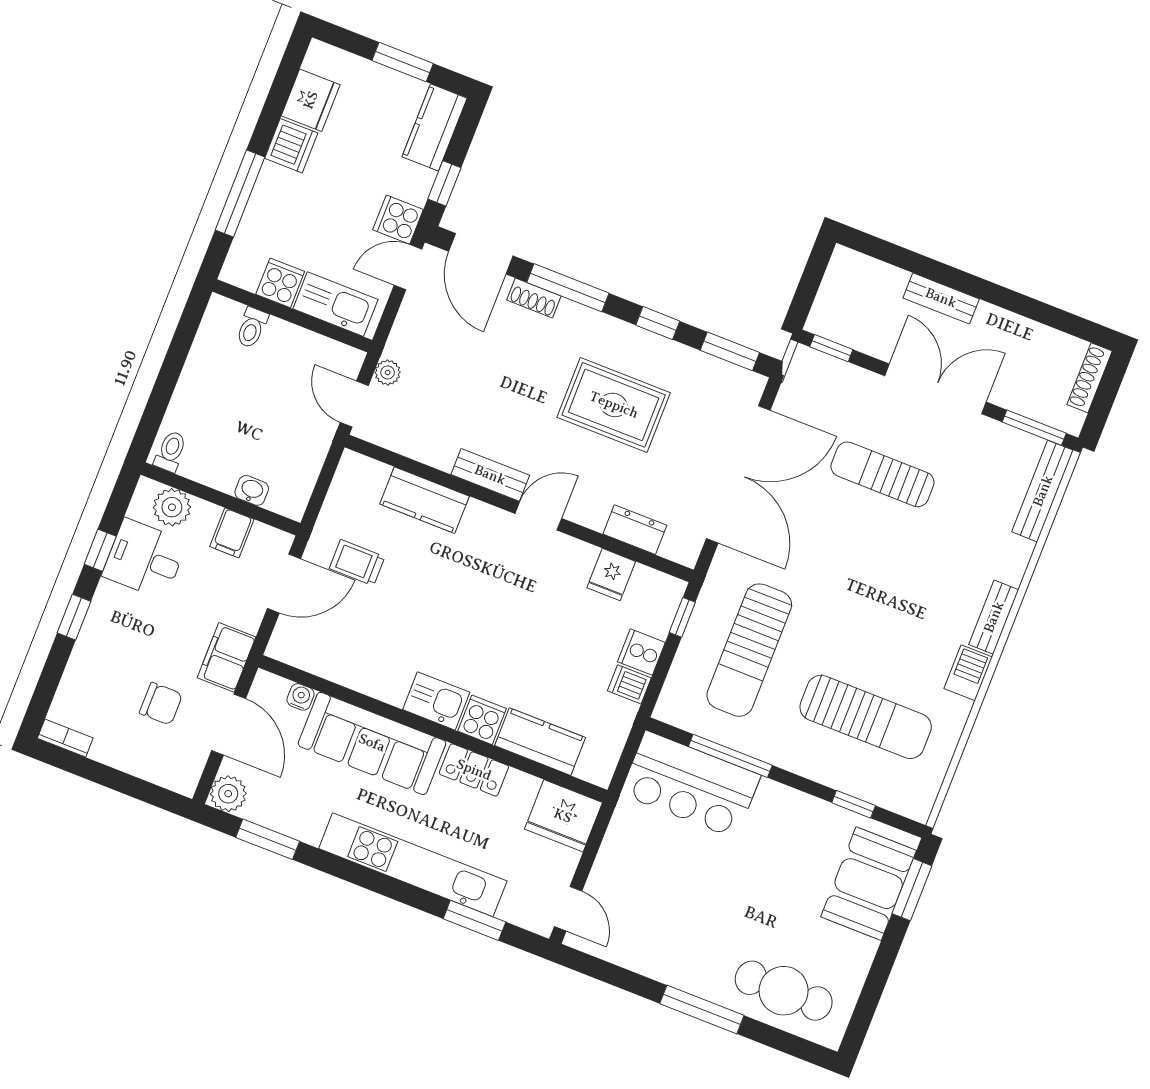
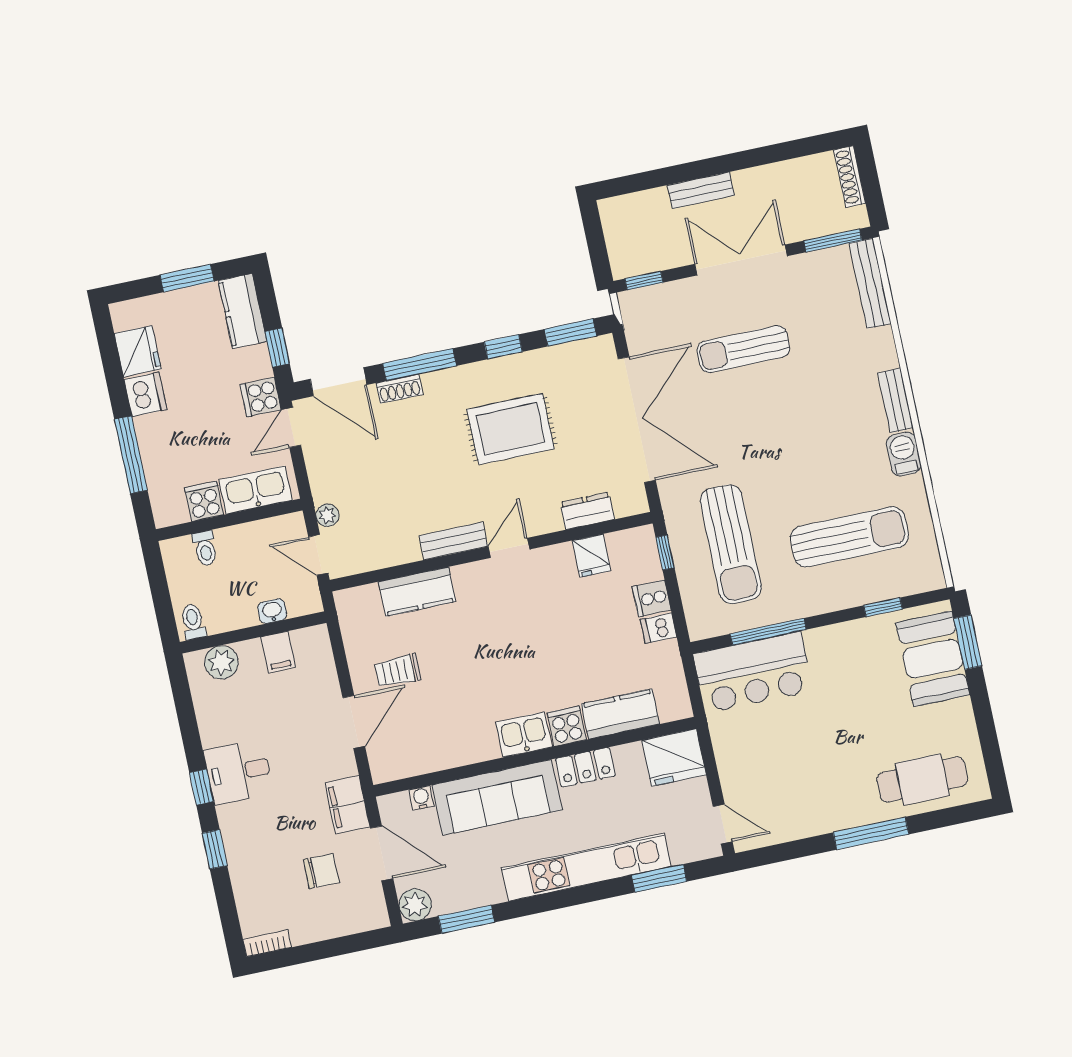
toilet: (171, 451) -> (193, 622), moved
washbasin: (252, 490) -> (272, 611), moved
wall: (221, 499) -> (253, 632), moved
plant: (172, 507) -> (221, 662), moved
filing cabinet: (232, 533) -> (278, 652), moved

